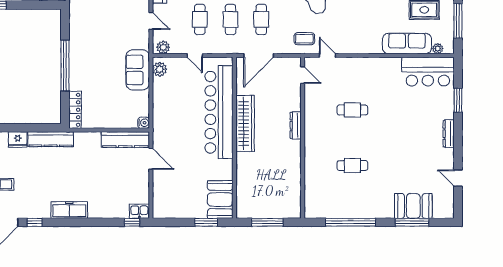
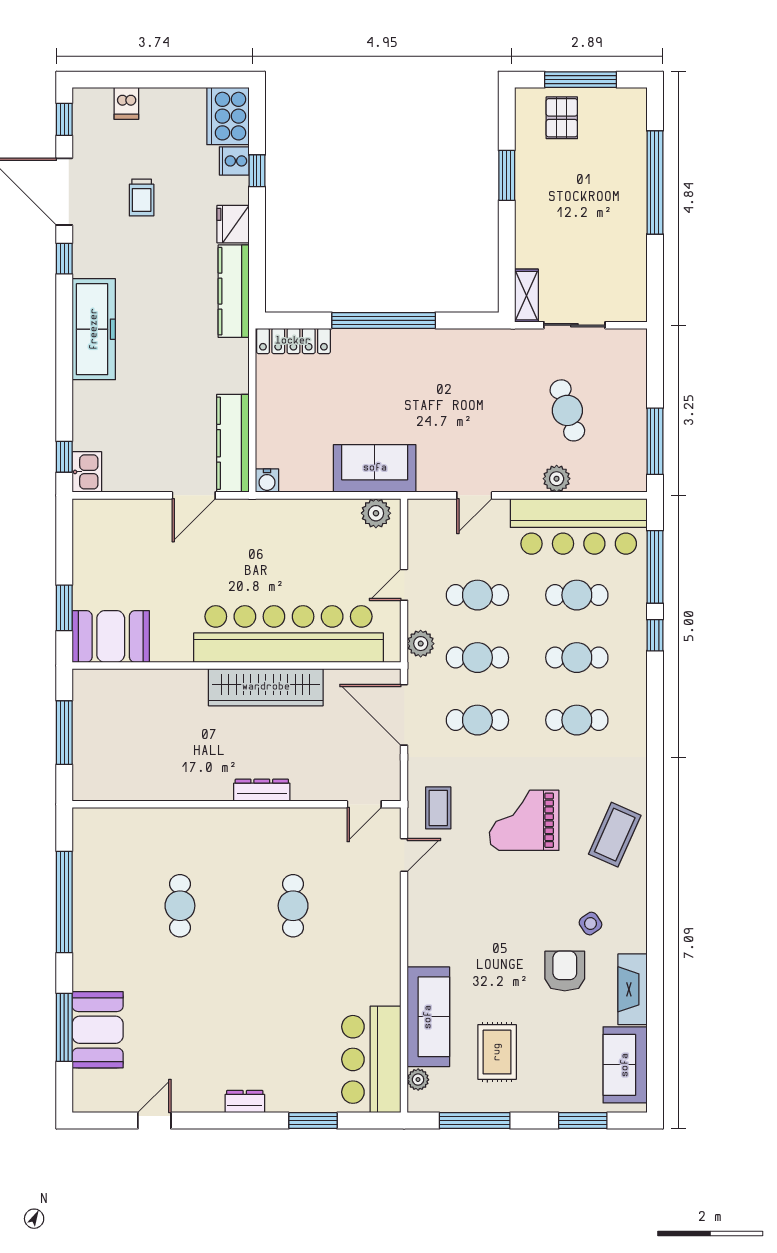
plant: (163, 47) -> (421, 644), moved
dresser: (449, 134) -> (245, 1102), width x0.70
freezer: (69, 210) -> (94, 329), width x1.36, depth x1.26

